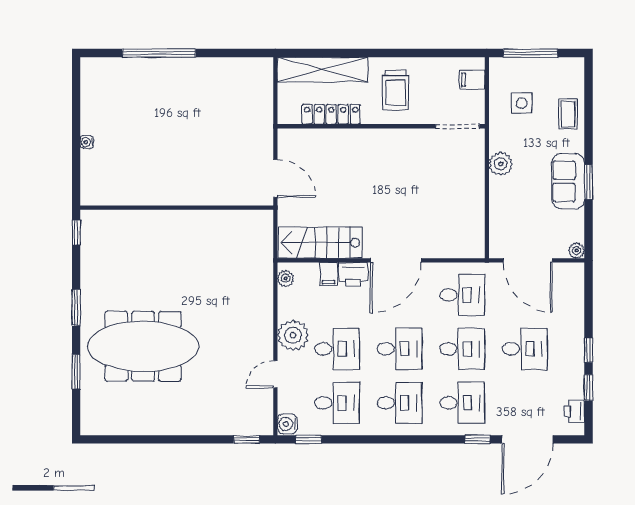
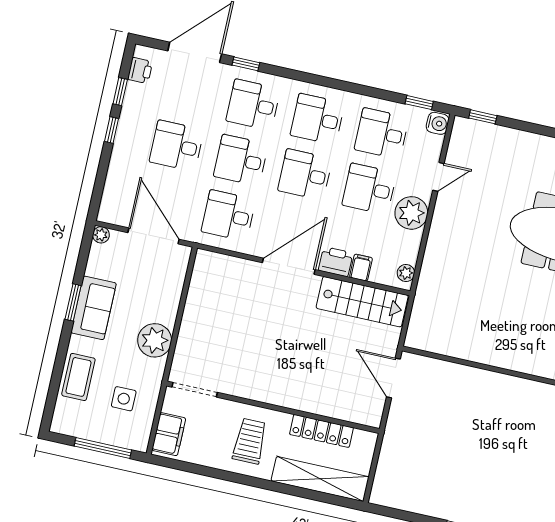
filing cabinet: (472, 80) -> (169, 434), width x2.00
coffee table: (568, 114) -> (78, 377), width x1.36, depth x1.30
plant: (501, 164) -> (155, 340), width x1.36, depth x1.36

